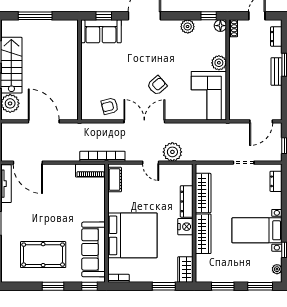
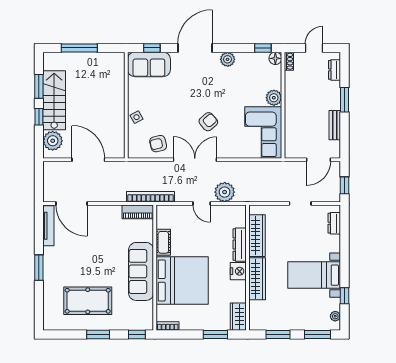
plant: (188, 27) -> (228, 59), moved
bench: (276, 71) -> (335, 125), moved
side table: (89, 81) -> (137, 117), added
cot: (115, 180) -> (163, 242), moved
sofa: (94, 249) -> (141, 271), moved

